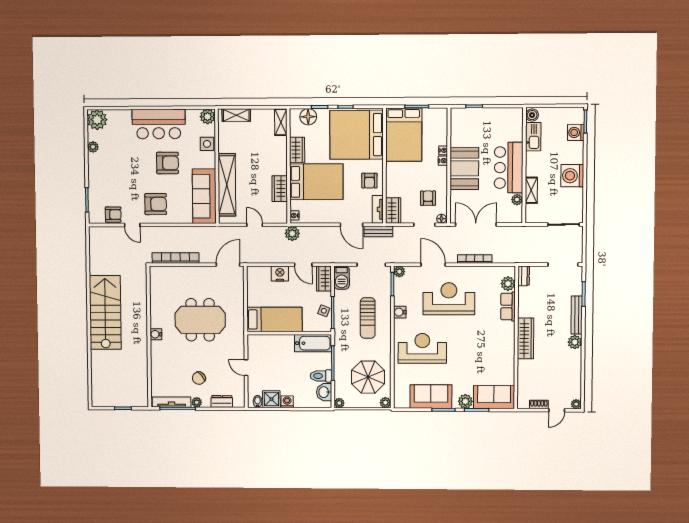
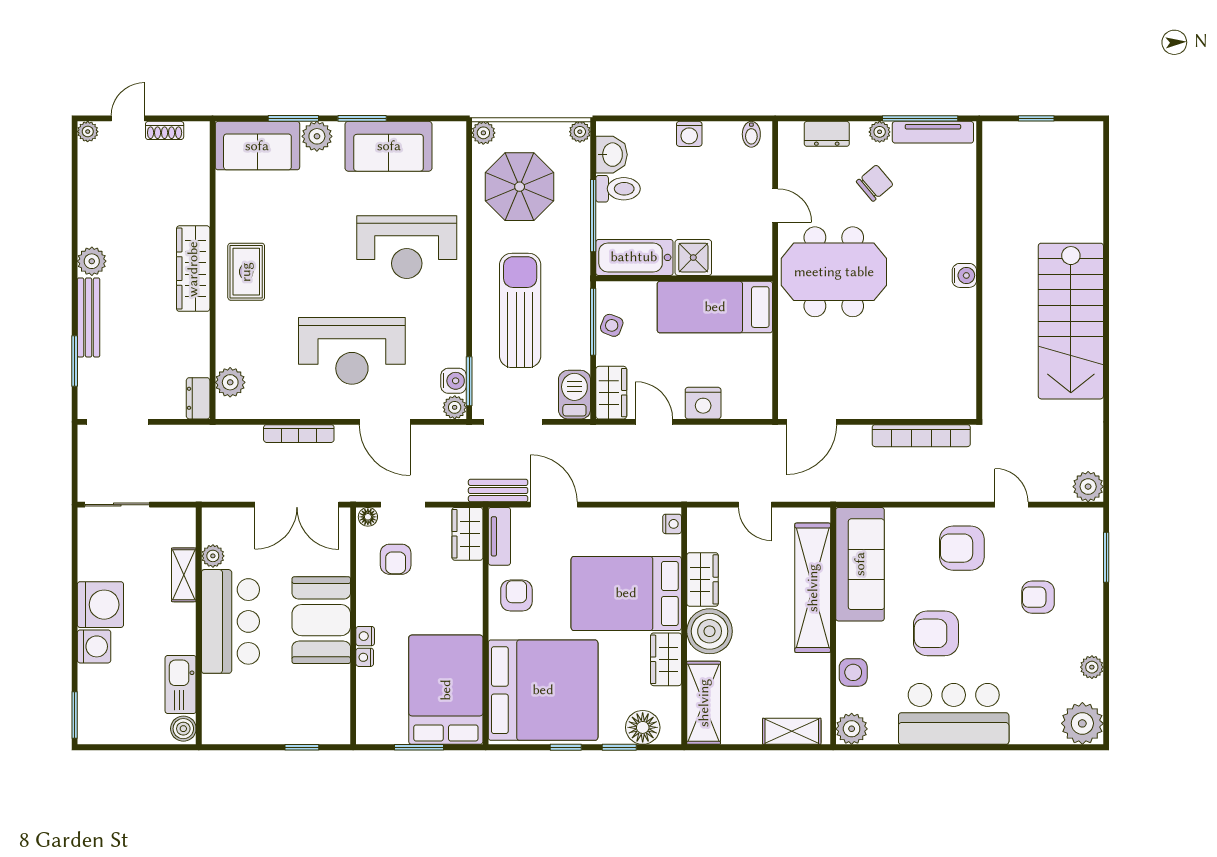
shelving: (281, 122) -> (704, 703), width x1.50, depth x1.33
washing machine: (576, 132) -> (94, 646), moved
boiler: (276, 164) -> (710, 631), added
armchair: (113, 215) -> (1038, 597), moved
plant: (292, 233) -> (1088, 487), moved
row of seats: (508, 307) -> (230, 335), removed
water cooler: (400, 312) -> (454, 381), moved
sun lounger: (368, 318) -> (520, 310), width x1.36, depth x1.34
meeting table: (200, 320) -> (834, 272), moved
rug: (500, 337) -> (246, 272), added
shower: (271, 399) -> (693, 258), moved

